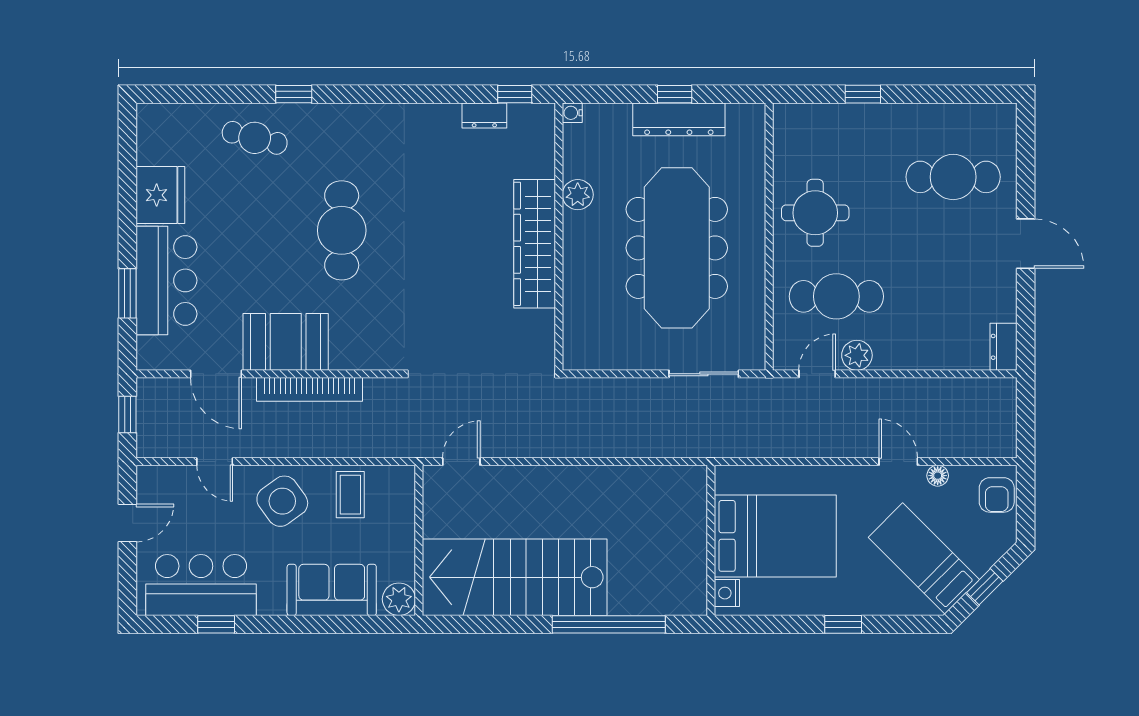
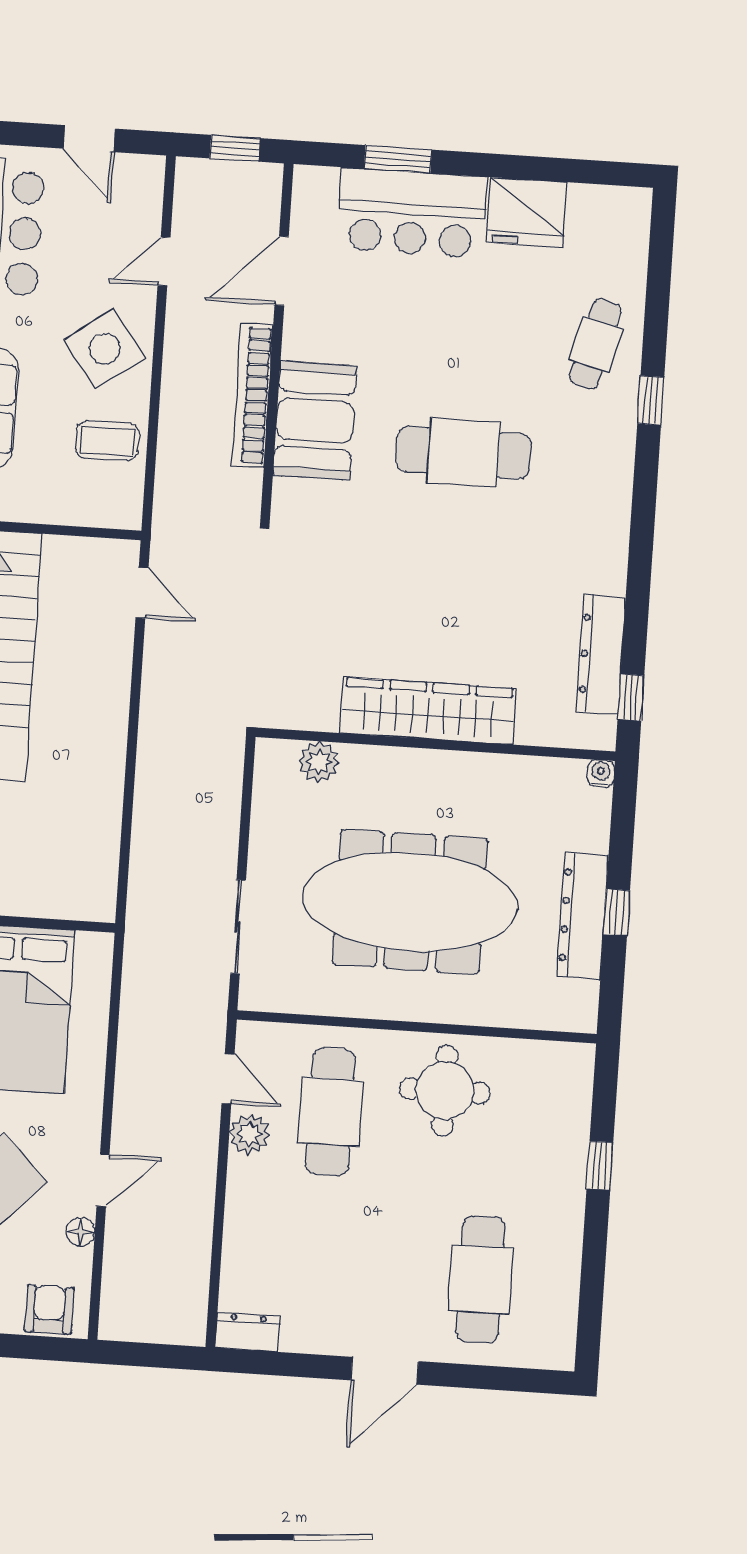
dresser: (484, 115) -> (601, 654), width x1.96, depth x1.24
plant: (578, 195) -> (319, 762), moved
booth: (286, 342) -> (315, 420), moved
armchair: (997, 495) -> (49, 1310), turned 90

